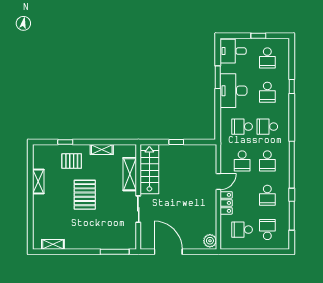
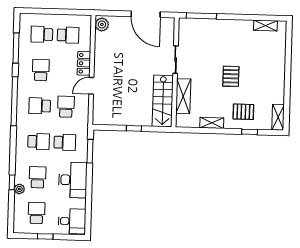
window: (218, 77) -> (90, 151), moved
plant: (284, 81) -> (19, 189), added
school desk: (267, 161) -> (40, 106), turned -90
shelving: (38, 182) -> (278, 117), moved
pallet: (85, 195) -> (231, 76), width x0.67, depth x0.71
school desk: (267, 230) -> (42, 34), turned 90

